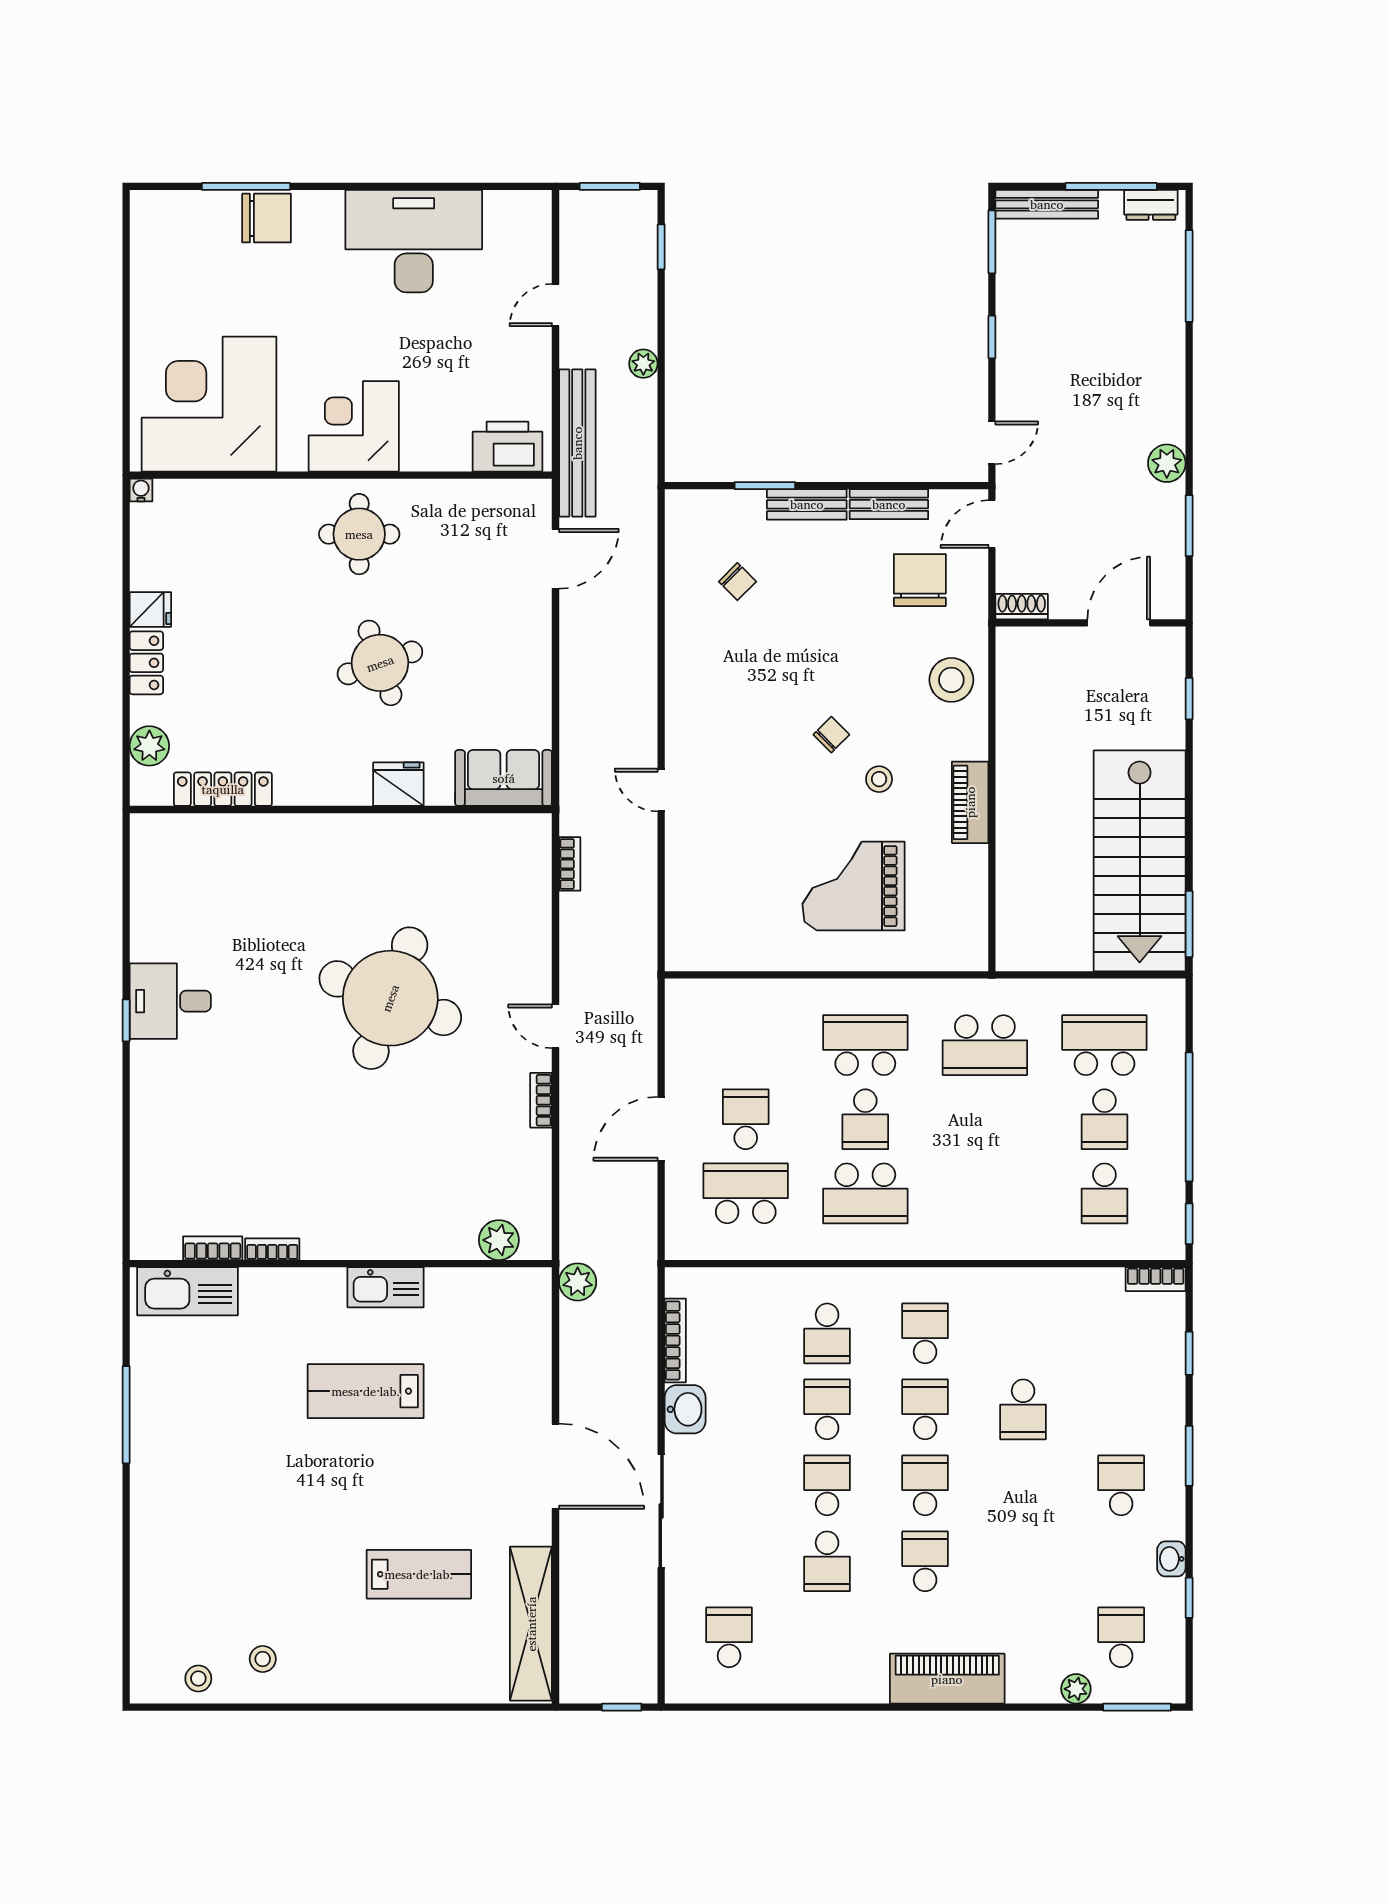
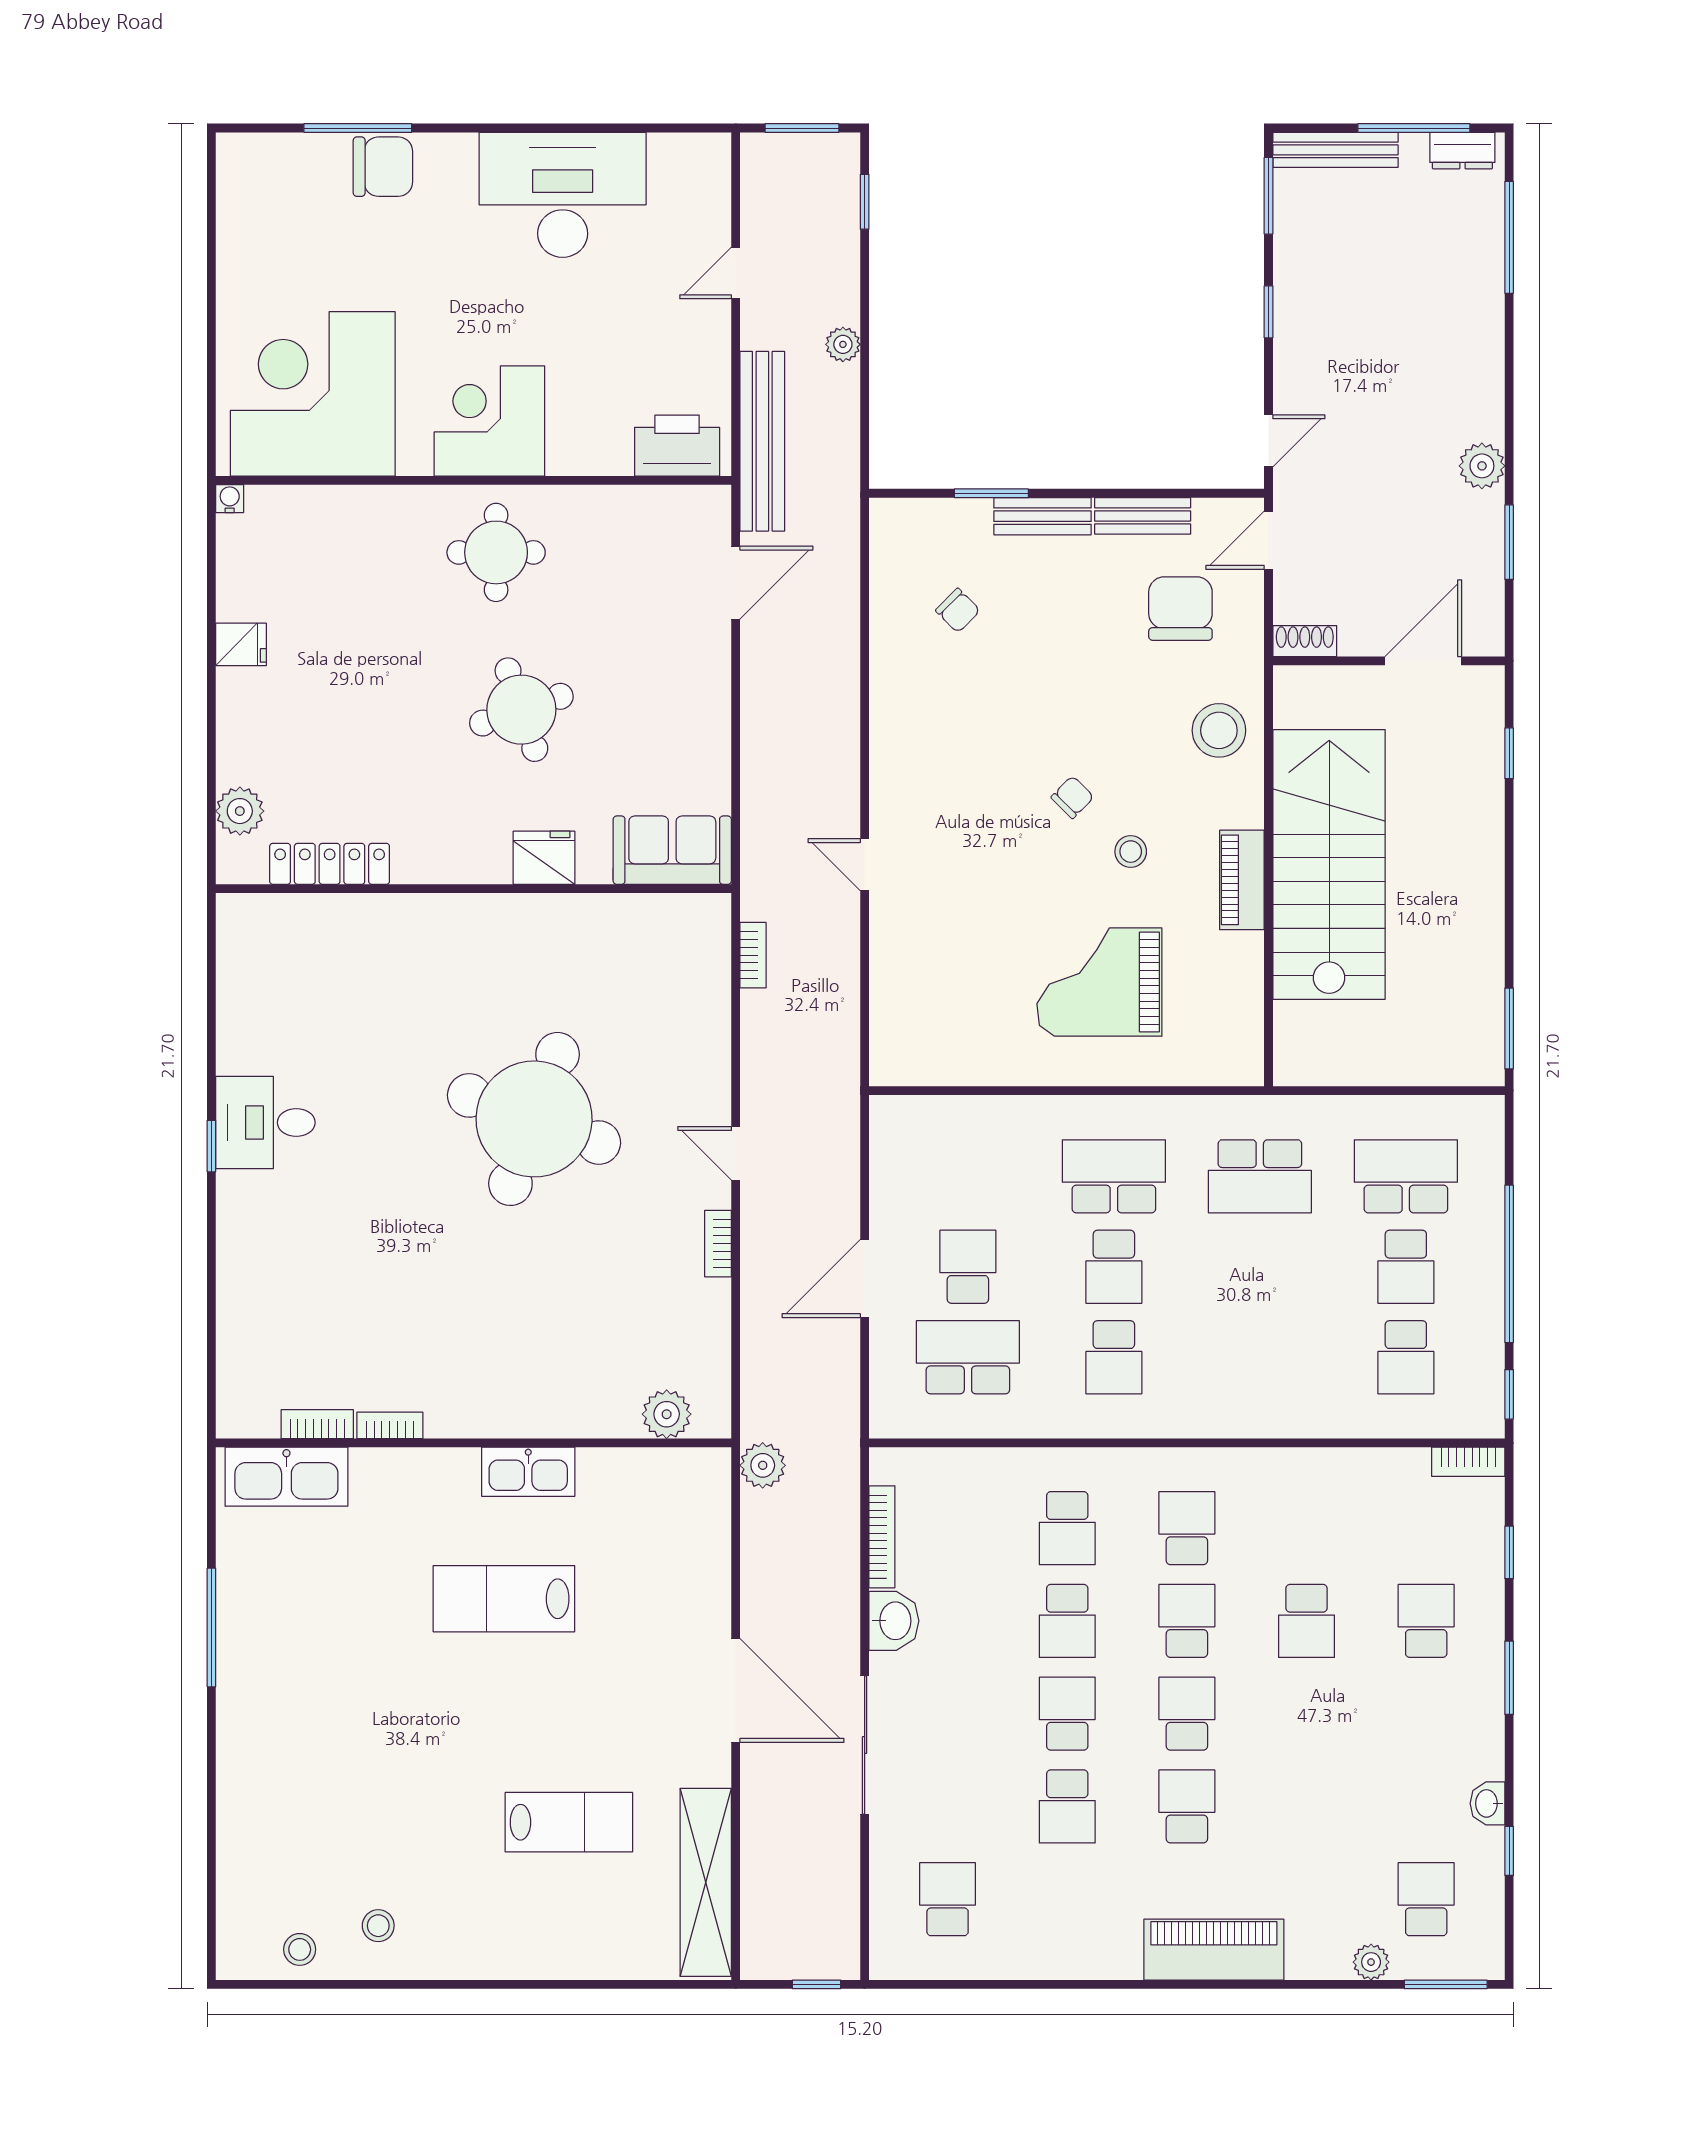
locker: (146, 663) -> (236, 710), removed
stairs: (1140, 861) -> (1329, 864), moved, turned 180
school desk: (865, 1193) -> (1114, 1357), width x0.54
school desk: (827, 1409) -> (1067, 1621), turned 180
school desk: (1121, 1485) -> (1426, 1621), moved

